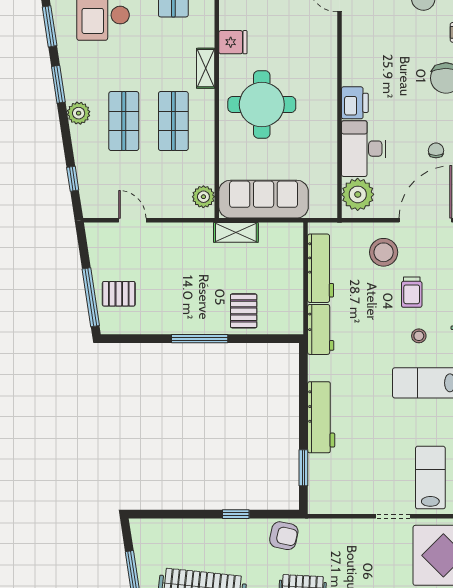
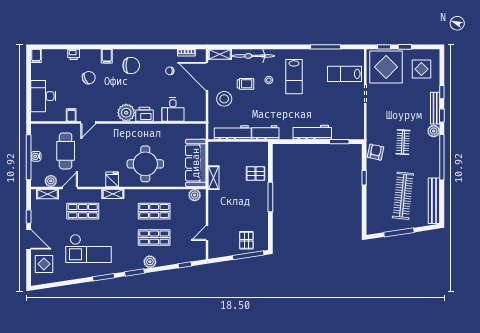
shelving: (206, 68) -> (113, 194), moved
desk: (363, 149) -> (173, 110), width x0.73
plant: (358, 194) -> (126, 113), moved

